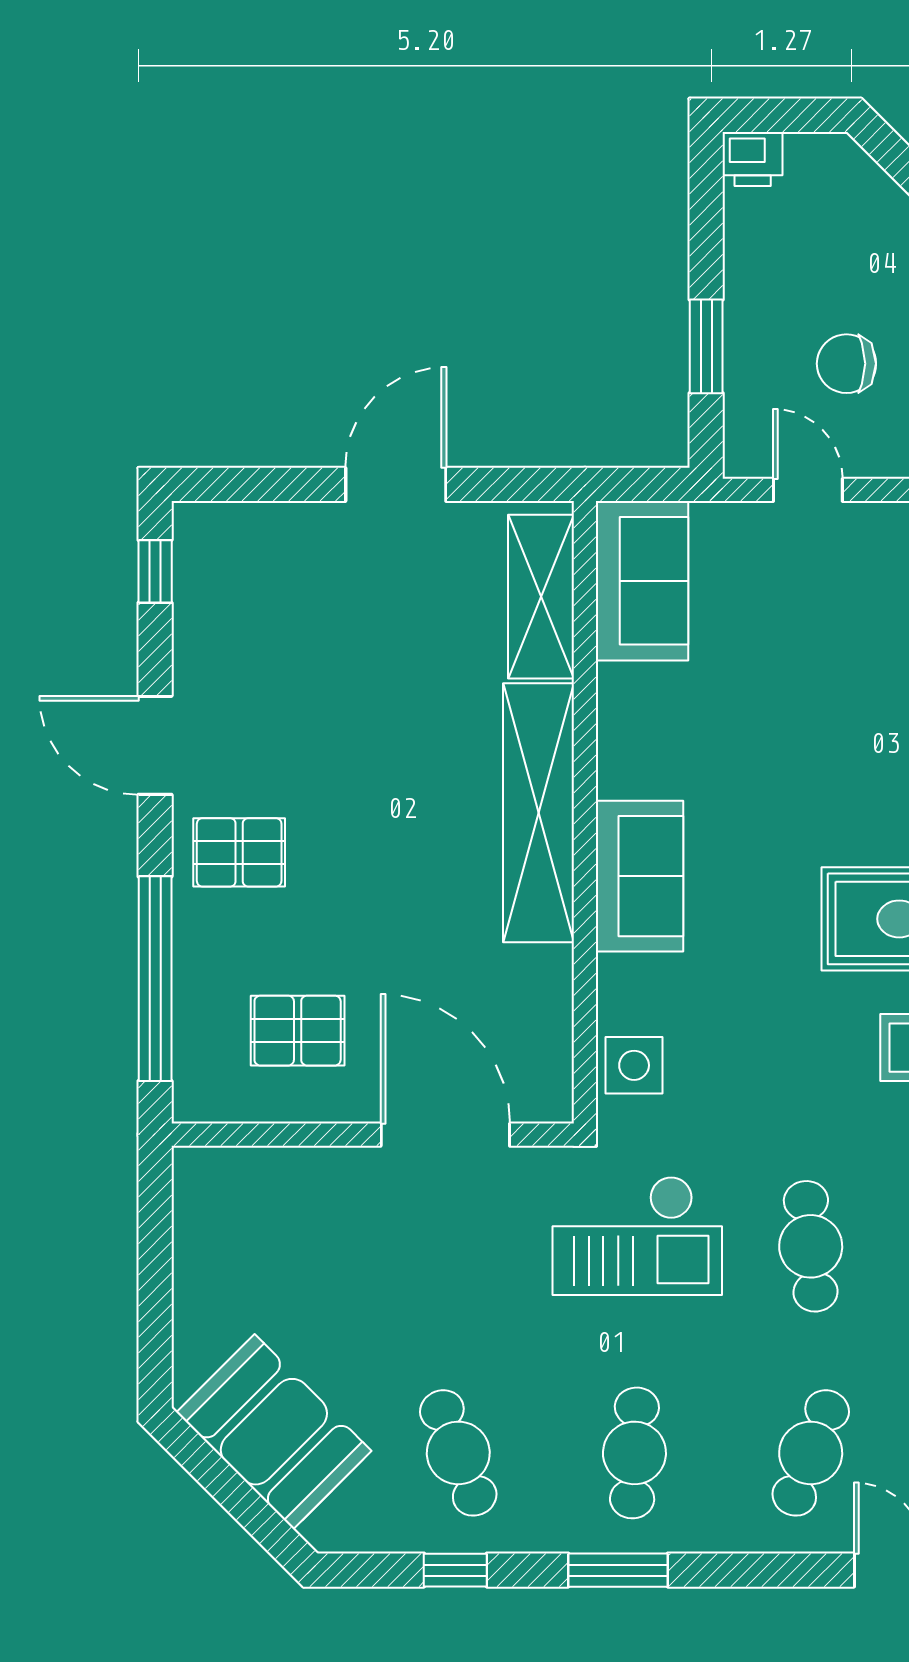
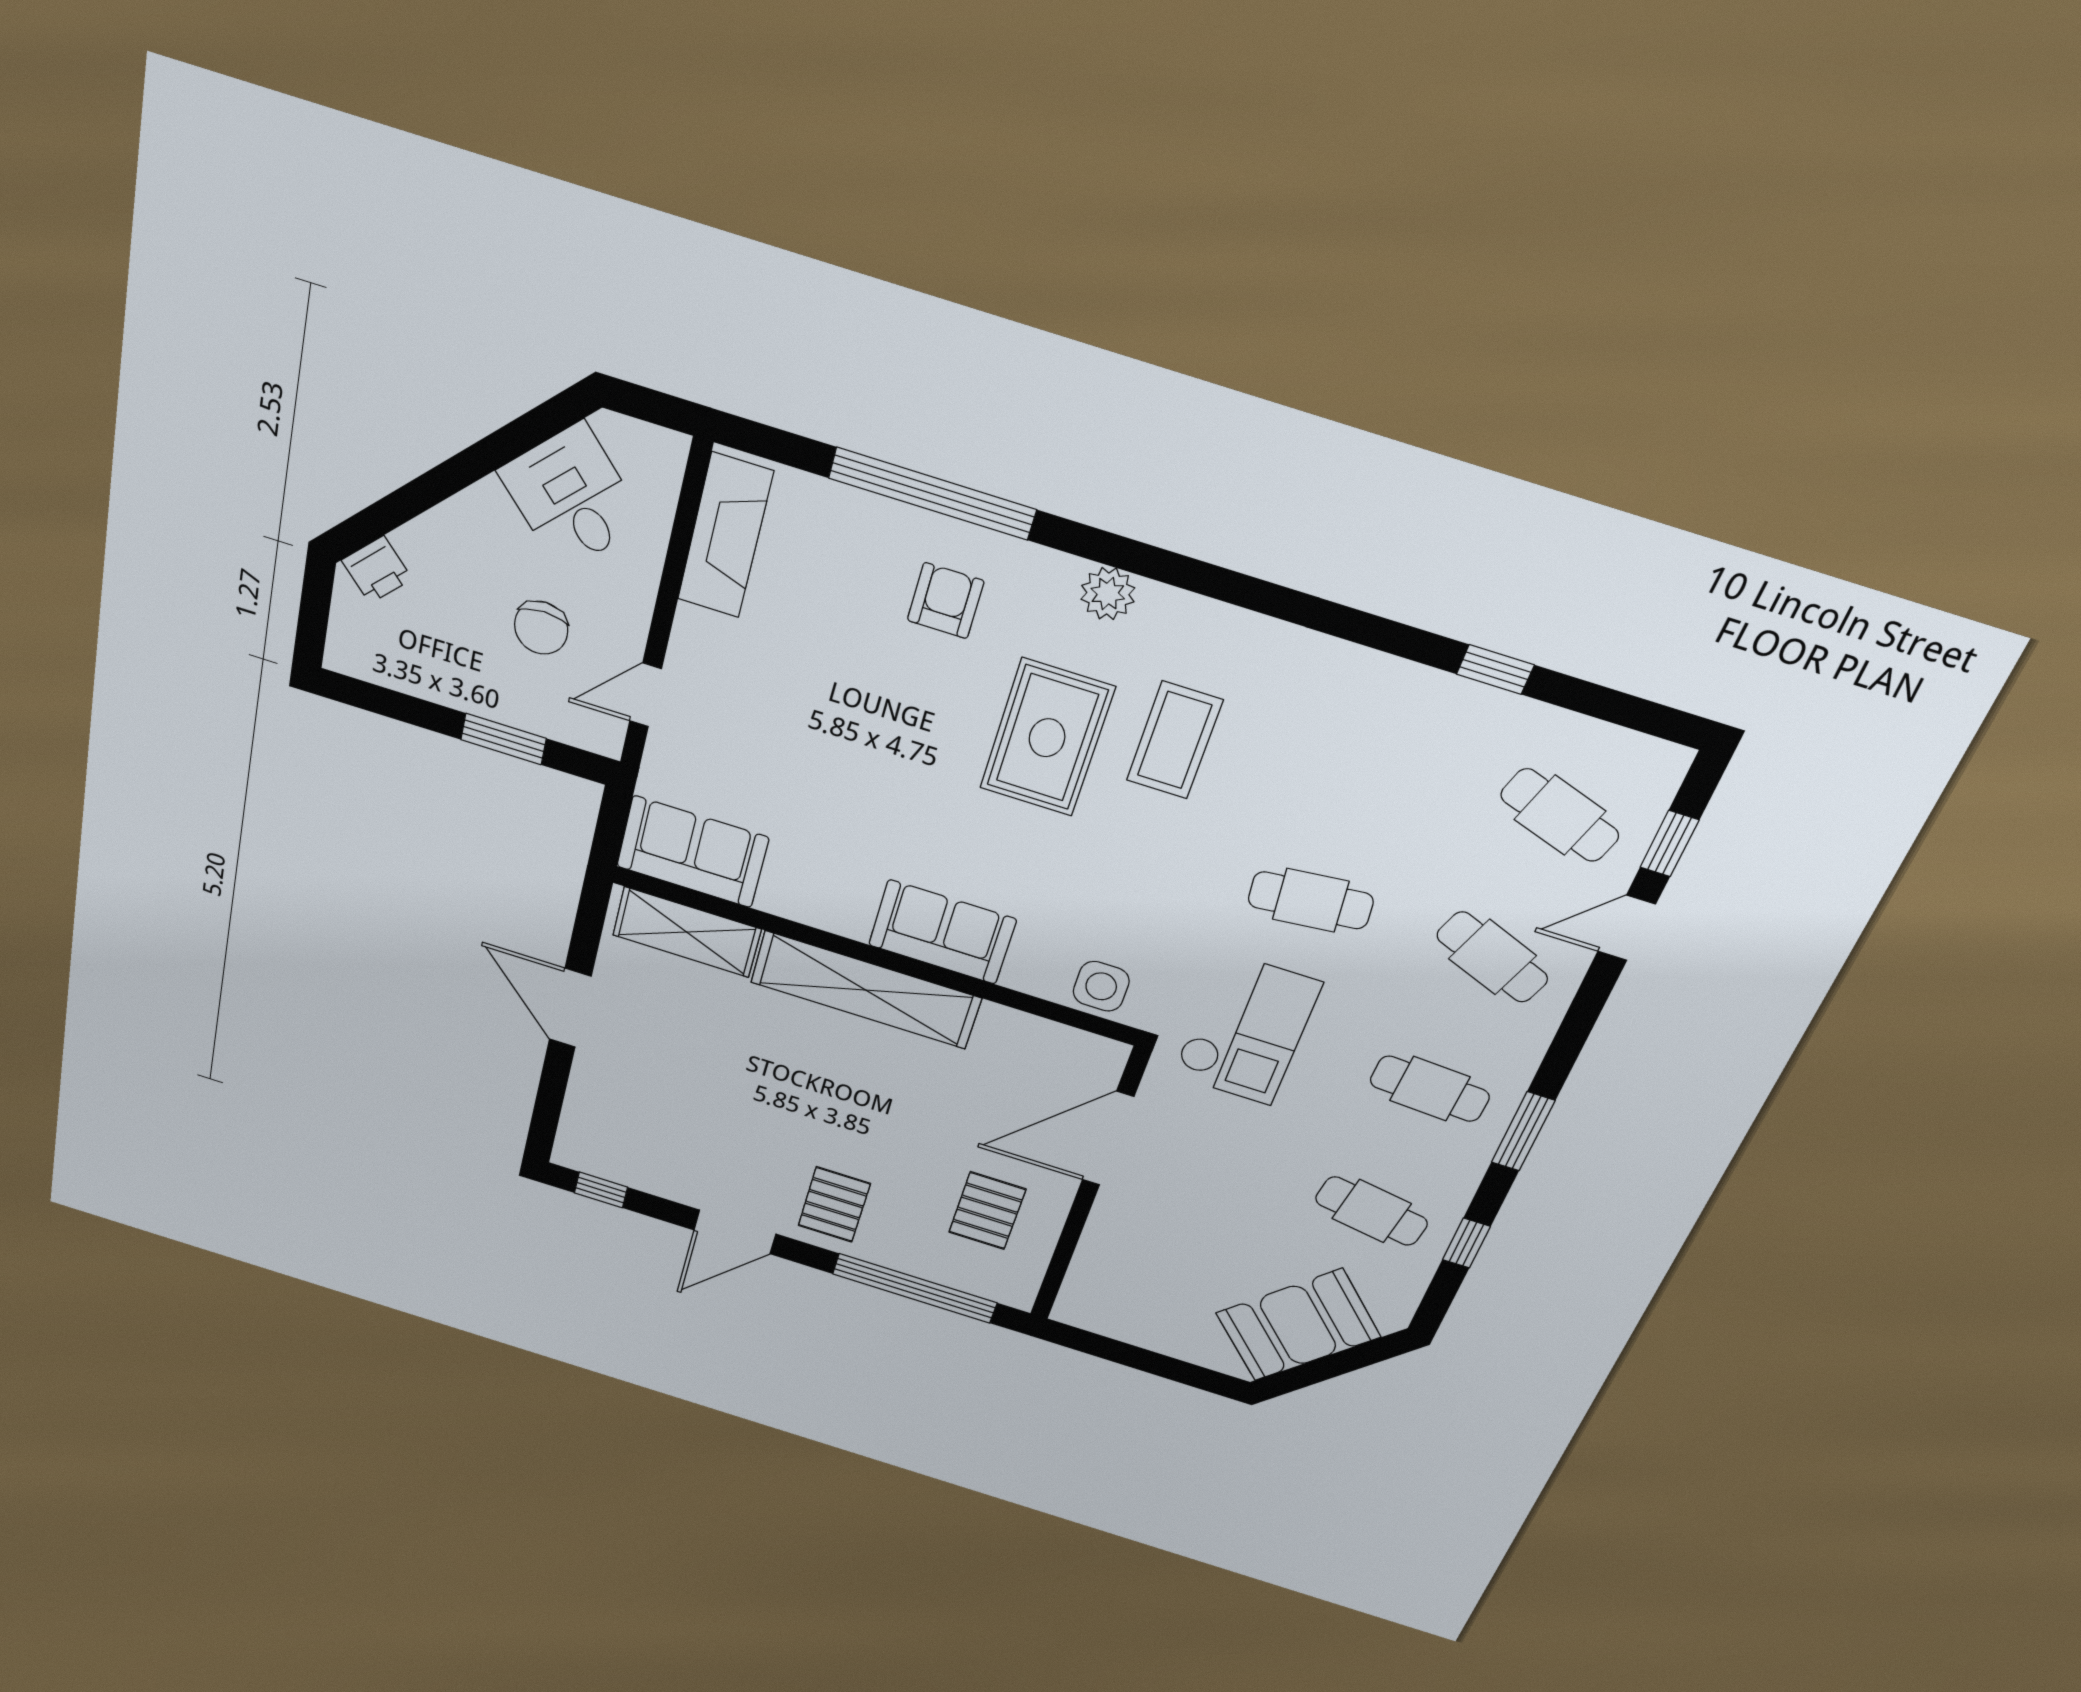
printer: (753, 159) -> (377, 570), moved, turned 45
cafe table: (458, 1453) -> (1372, 1211), turned 30

